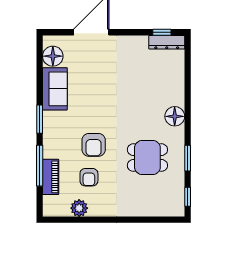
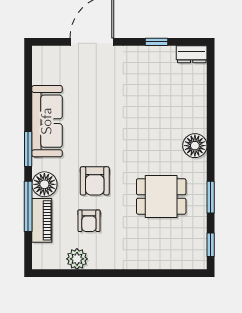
window: (162, 32) -> (156, 42), moved
dresser: (167, 42) -> (192, 54), width x0.70
floor lamp: (53, 56) -> (44, 184), moved
sofa: (55, 89) -> (47, 121), width x1.36

